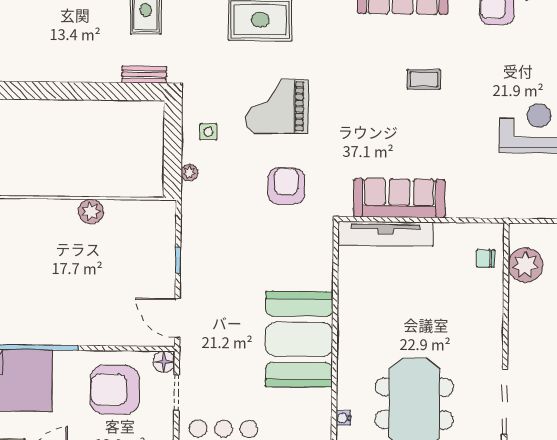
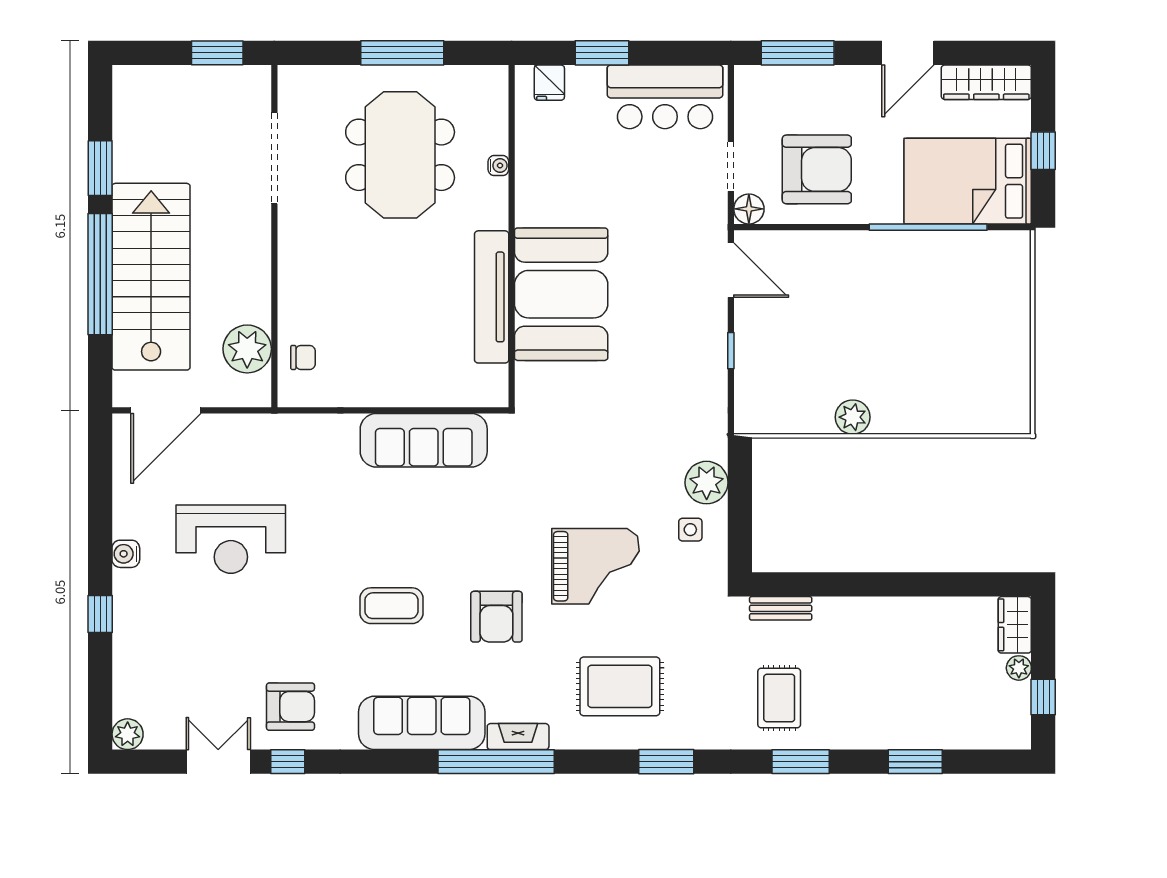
coffee table: (424, 79) -> (391, 606), width x1.36, depth x1.30
plant: (189, 173) -> (707, 483), width x1.87, depth x1.87
armchair: (286, 186) -> (496, 617), moved
tv unit: (386, 234) -> (492, 297), moved, turned -90
booth: (299, 339) -> (561, 294), moved
water cooler: (343, 418) -> (498, 166), moved

